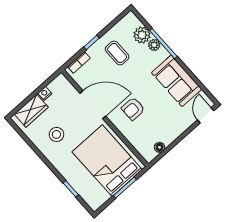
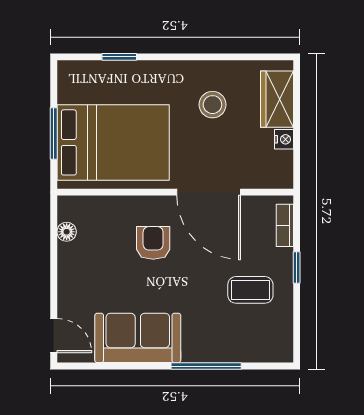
plant: (142, 35) -> (245, 347), removed
plant: (154, 45) -> (215, 351), removed
door: (93, 105) -> (209, 192), hinge flipped

